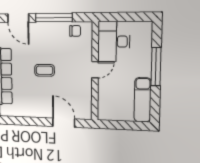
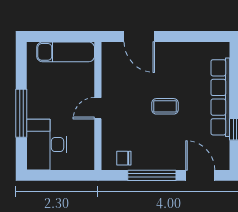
desk: (114, 42) -> (47, 145), moved, turned 180
exam couch: (143, 100) -> (66, 52), moved, turned 90

